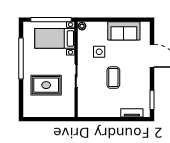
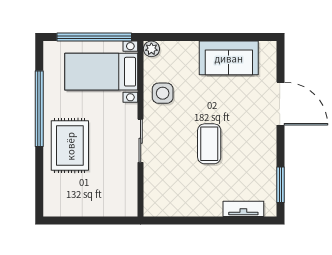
side table: (99, 52) -> (163, 93), moved
rug: (46, 85) -> (70, 146), moved, turned 90

